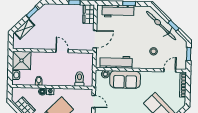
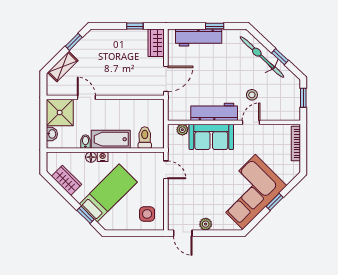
door: (62, 51) -> (86, 97), moved
workbench: (116, 62) -> (214, 112), moved
door: (170, 71) -> (251, 122), moved
bathtub: (56, 80) -> (111, 139), added

